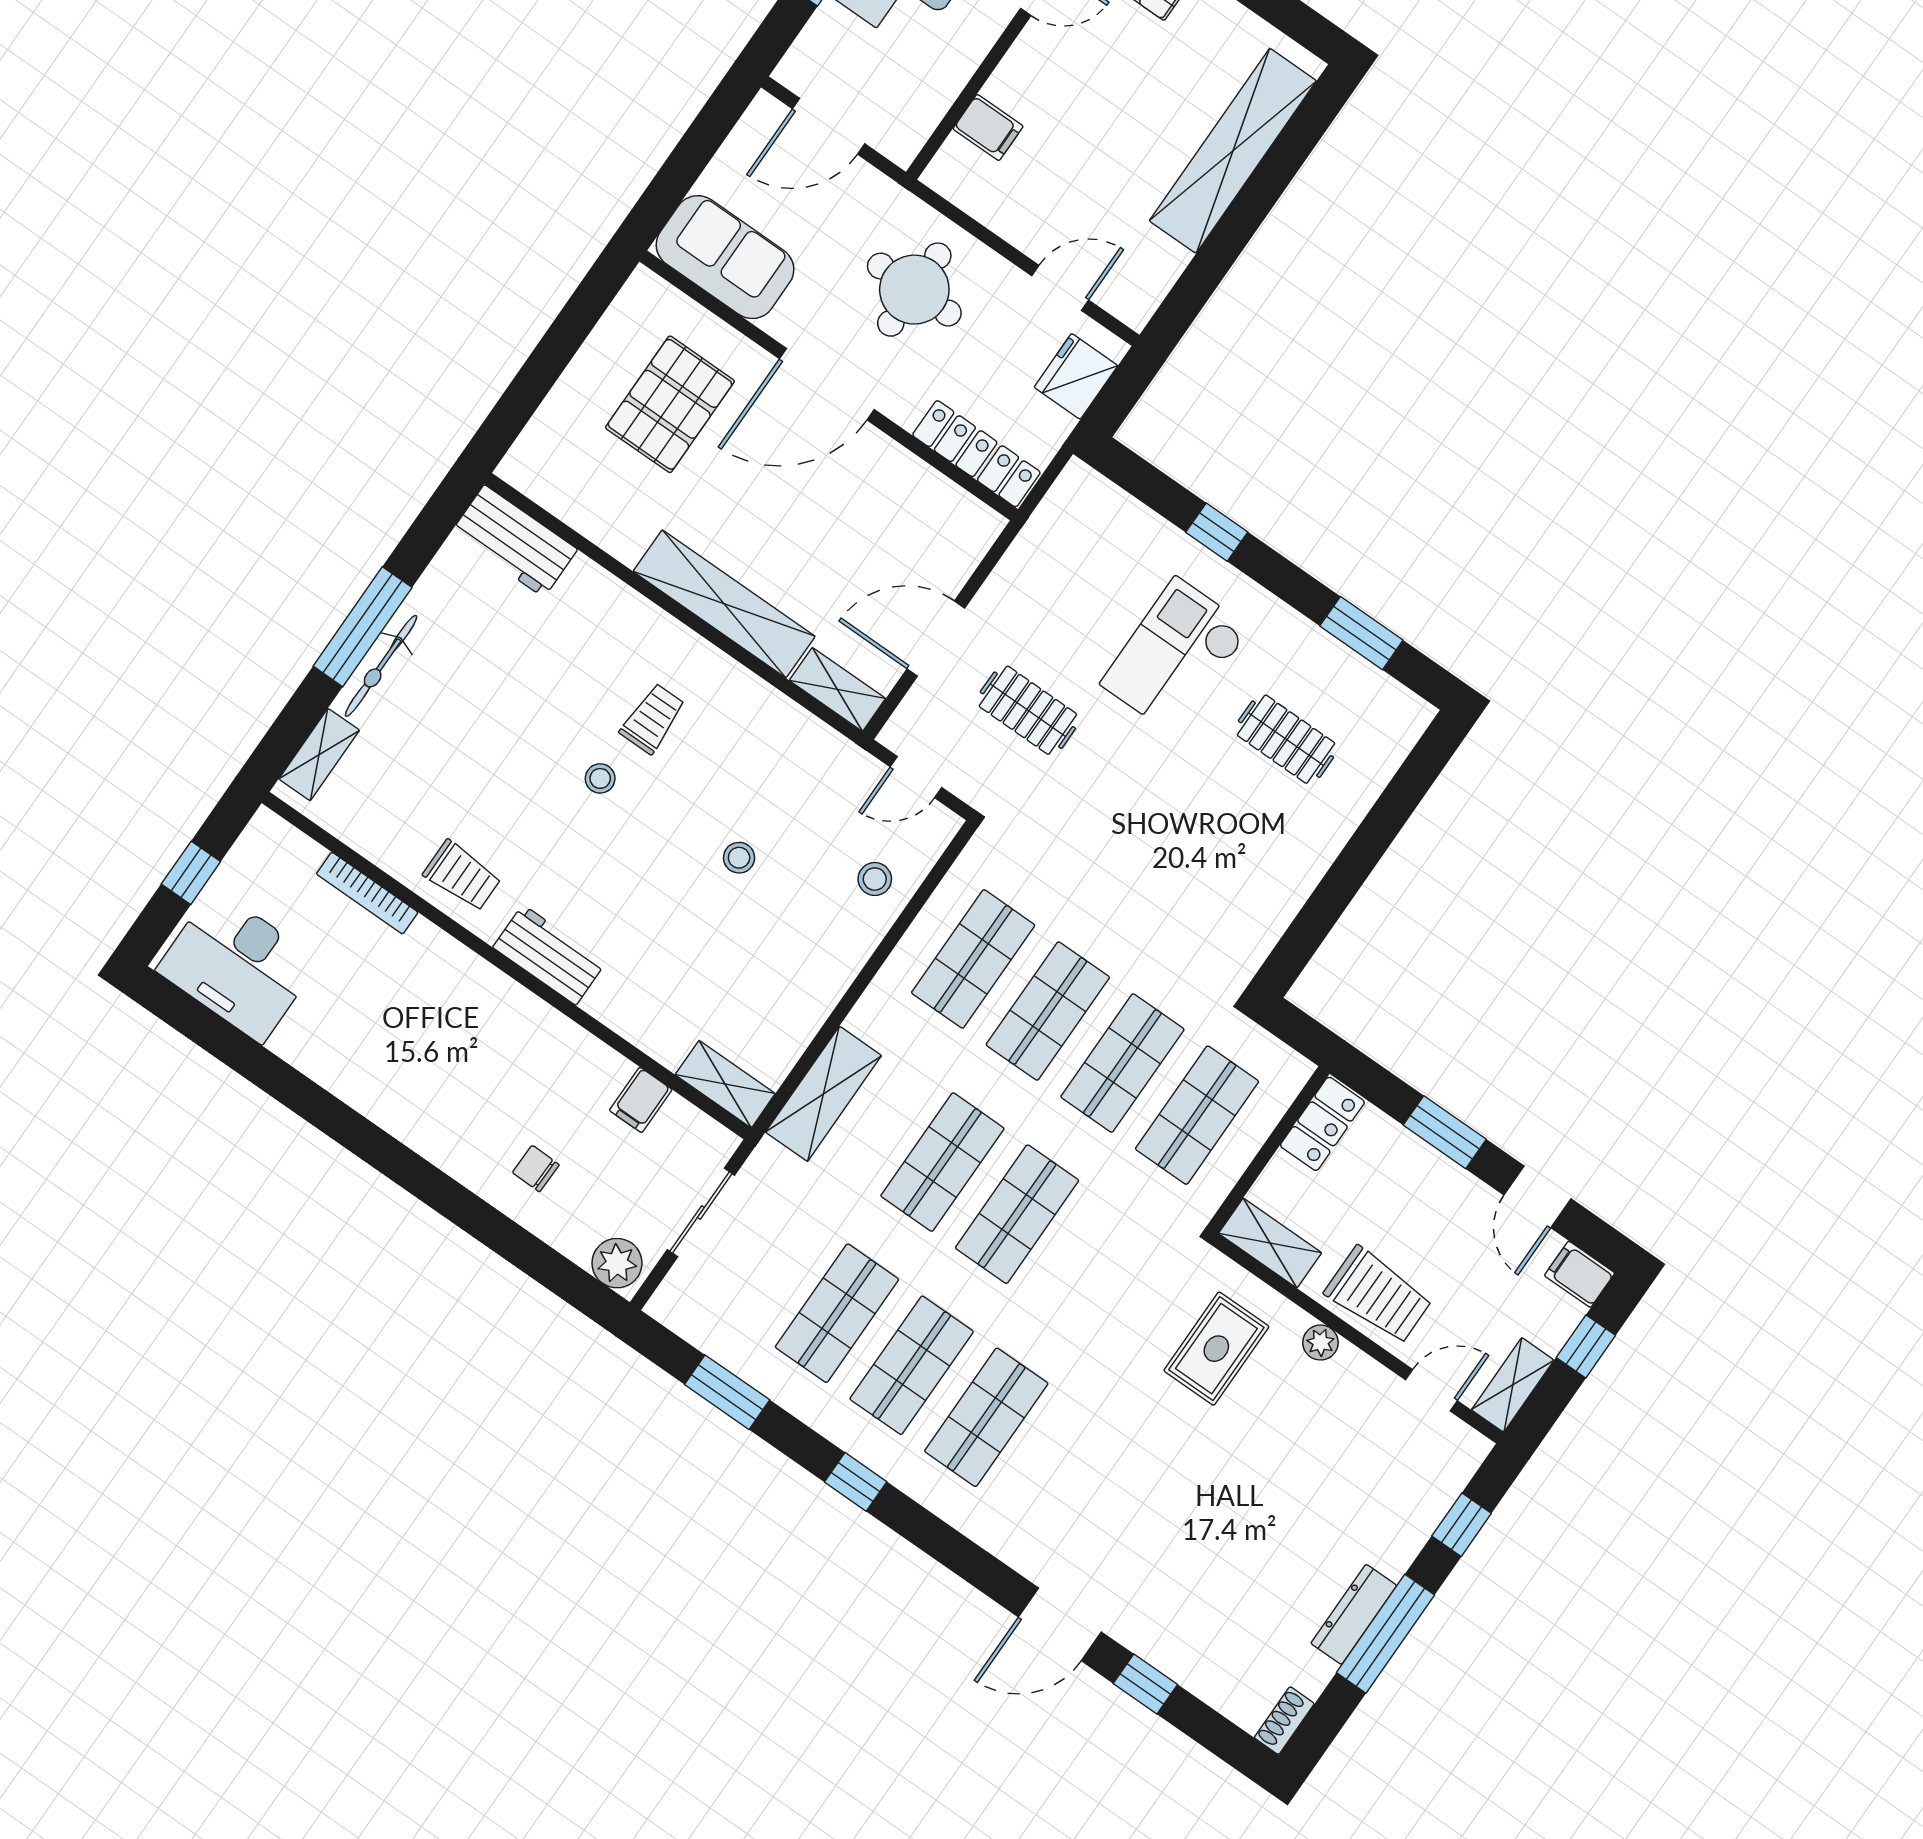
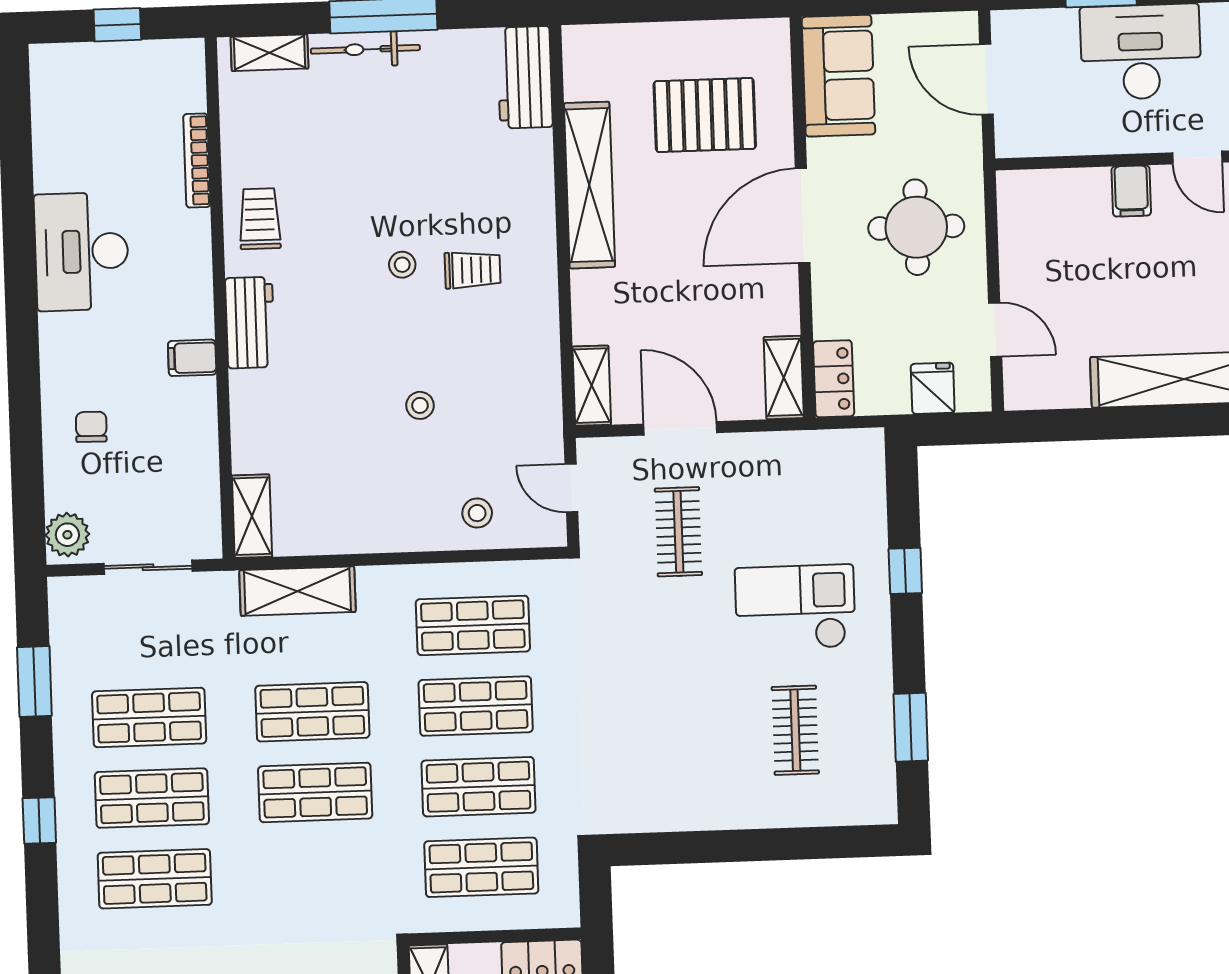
filing cabinet: (988, 128) -> (1131, 191), moved
fridge: (1076, 376) -> (933, 388), width x0.72
door: (827, 384) -> (803, 216), hinge flipped
locker: (976, 454) -> (834, 379), width x0.66
shelving: (960, 511) -> (784, 377), added
shelving: (724, 604) -> (589, 185), moved
trolley: (462, 876) -> (260, 219), turned 180
desk: (238, 966) -> (82, 252), moved
filing cabinet: (641, 1100) -> (192, 358), moved

